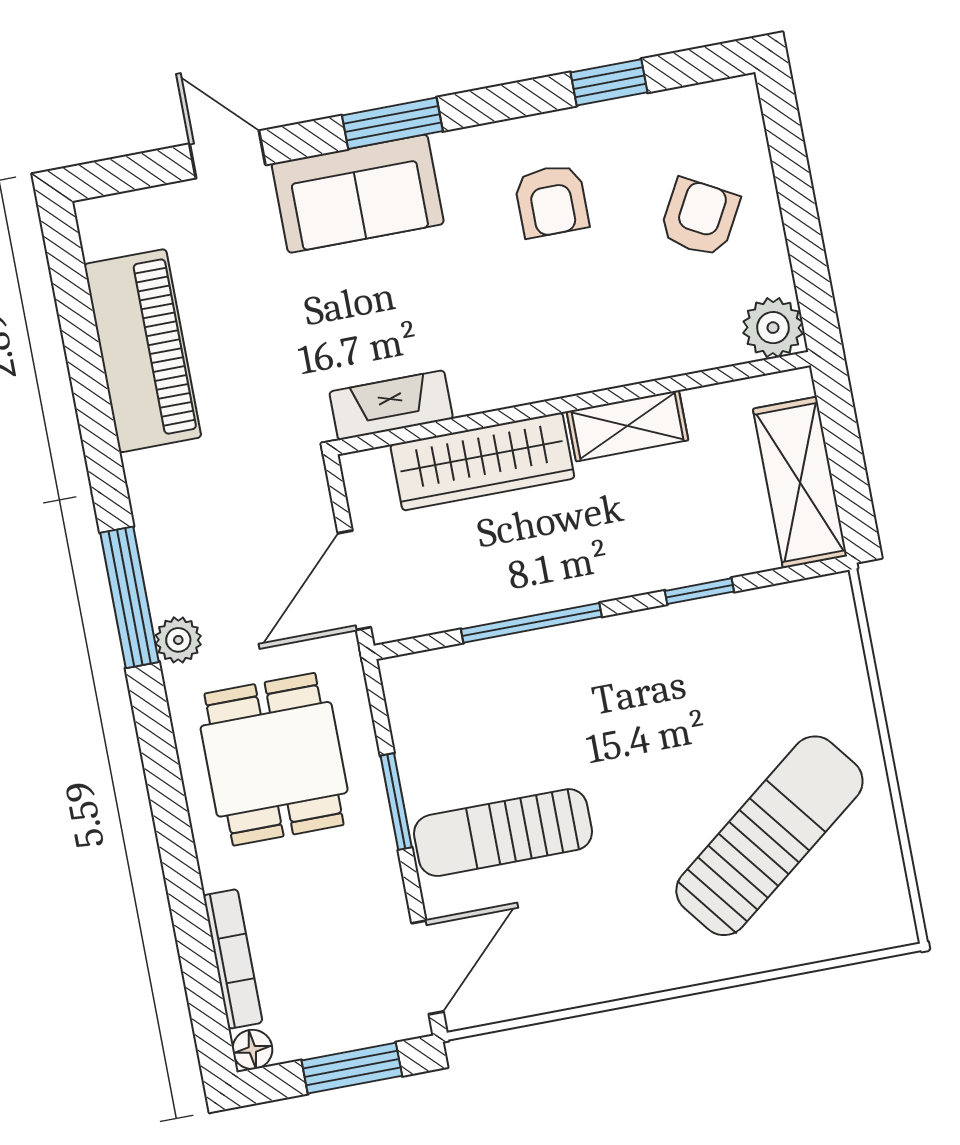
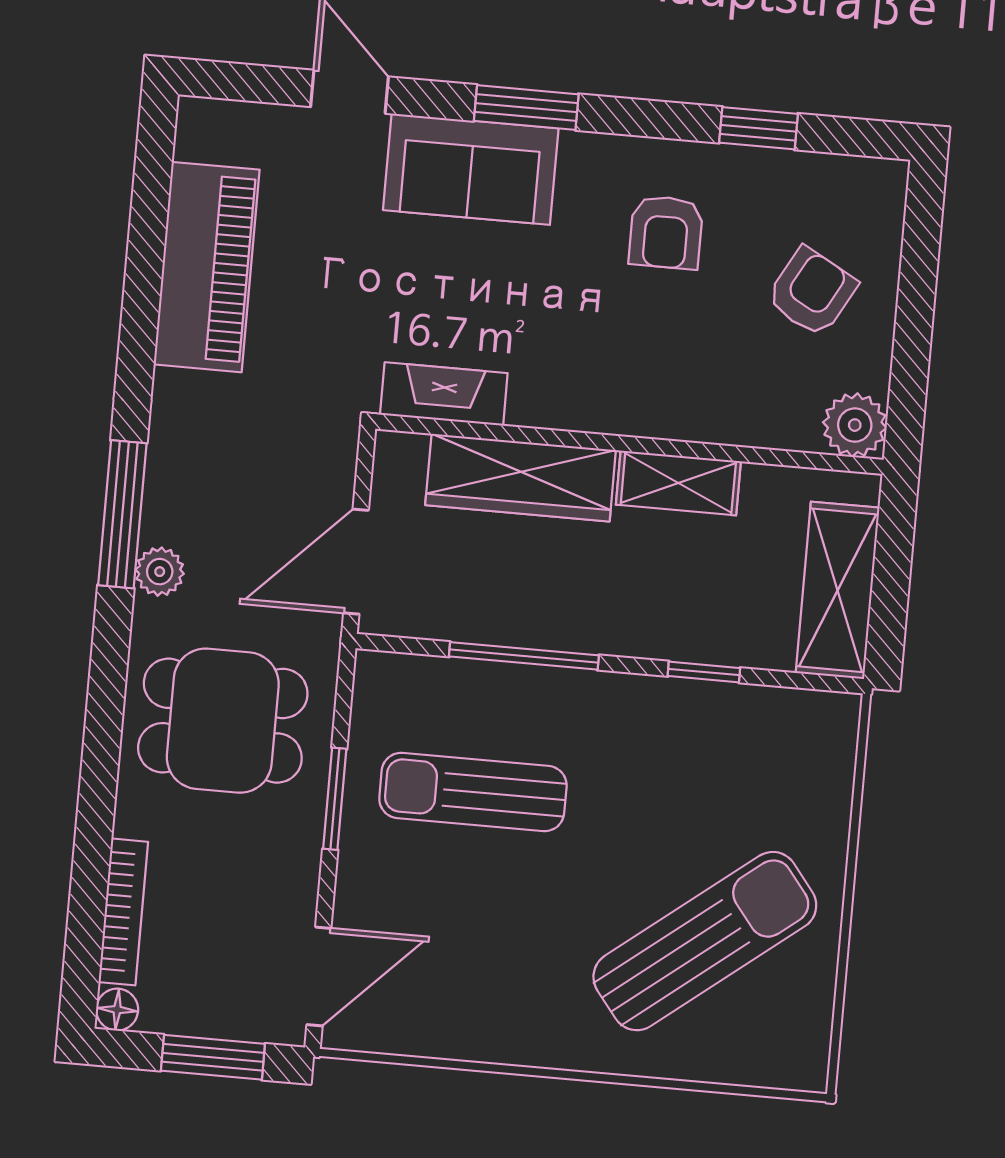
dining table: (274, 759) -> (223, 721), turned 90
sun lounger: (503, 833) -> (473, 792), moved

